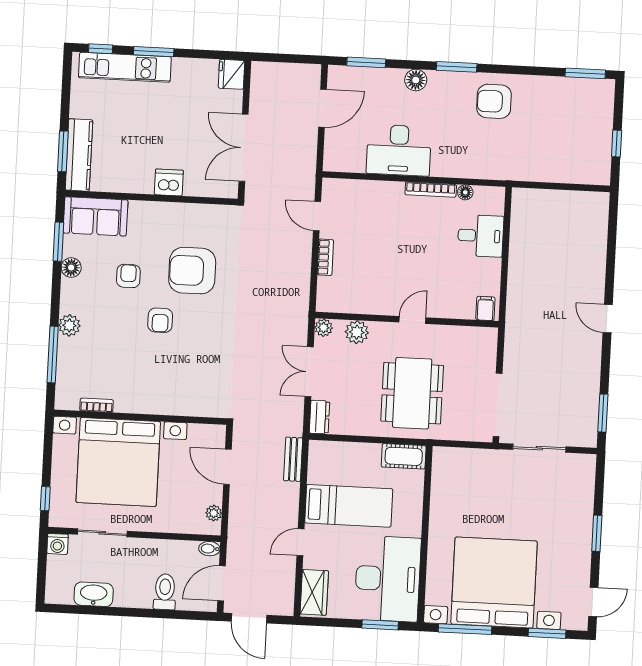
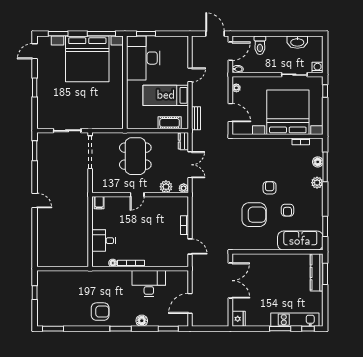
dishwasher: (169, 182) -> (269, 260), removed
sofa: (95, 216) -> (300, 241), width x1.36
floor lamp: (71, 268) -> (318, 162), moved
cot: (404, 456) -> (170, 123), moved
wardrobe: (314, 592) -> (181, 49), removed

